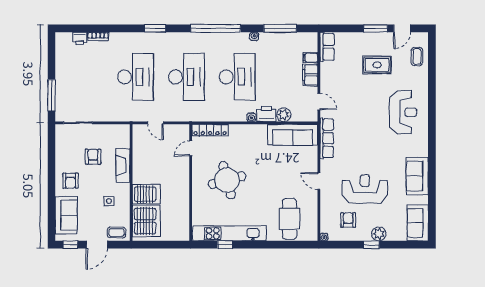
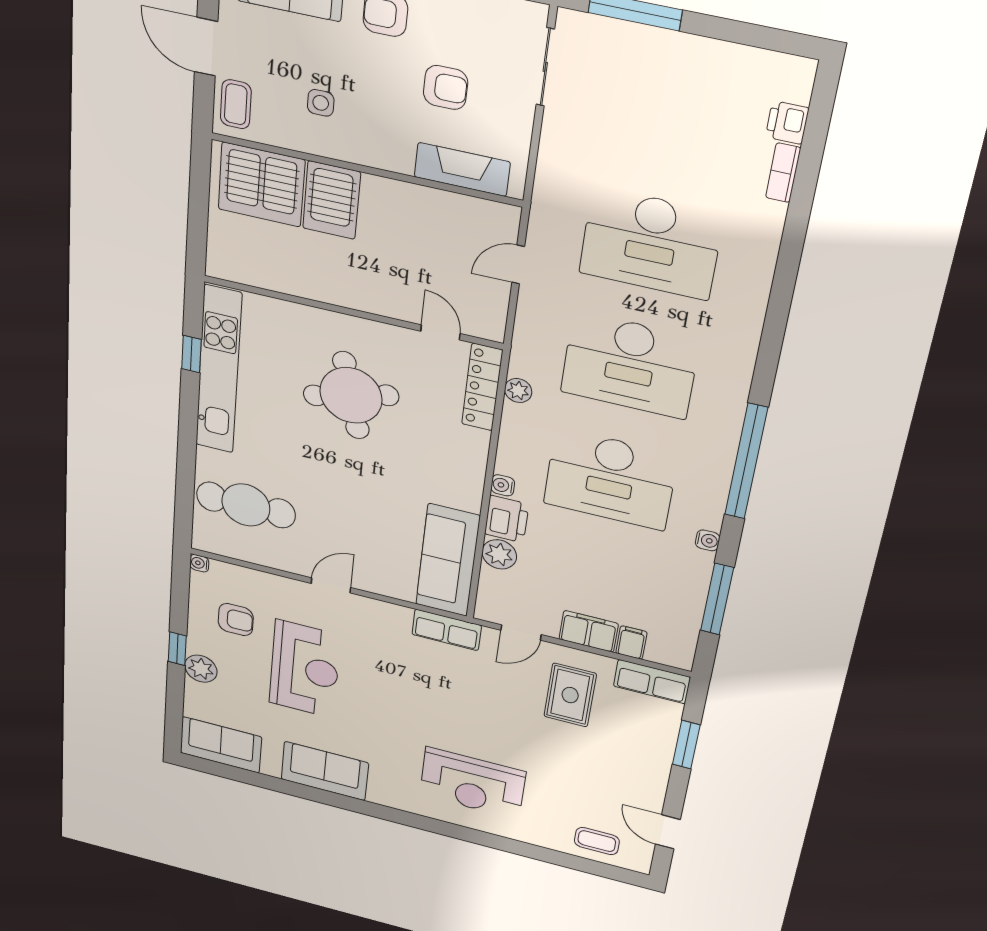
window: (155, 28) -> (776, 320), removed
window: (376, 28) -> (686, 745), moved
rug: (377, 65) -> (570, 695), moved
plant: (208, 116) -> (518, 390), added
row of seats: (327, 138) -> (447, 630), width x0.68
fireplace: (123, 165) -> (462, 169), moved

